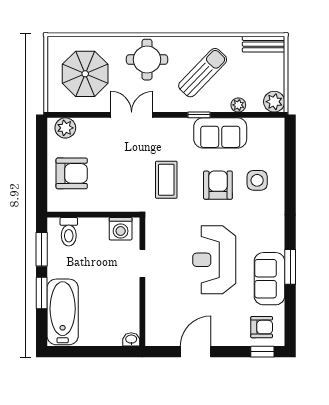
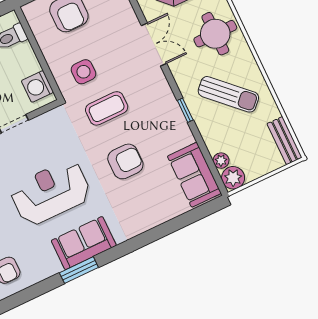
plant: (238, 105) -> (221, 161), moved
sofa: (220, 133) -> (194, 175), moved
side table: (257, 180) -> (84, 72), moved
sofa: (269, 279) -> (84, 243), moved

